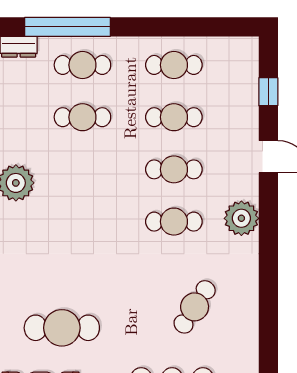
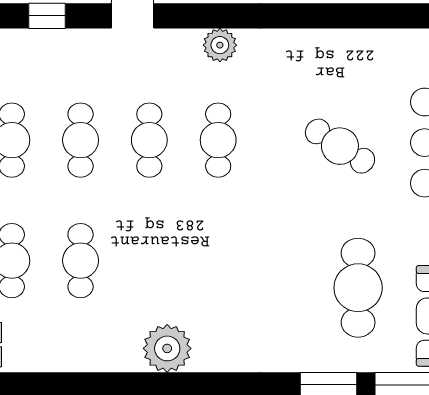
plant: (241, 218) -> (220, 45), width x0.73, depth x0.73
cafe table: (195, 307) -> (340, 146), moved

